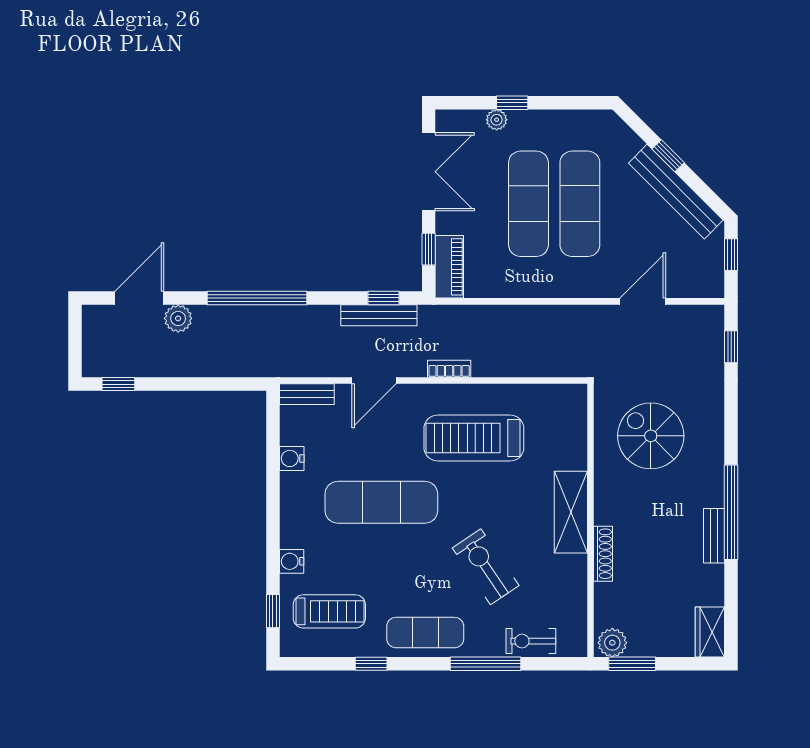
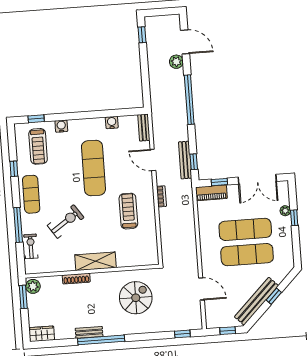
treadmill: (474, 438) -> (128, 211), width x0.73, depth x0.73

